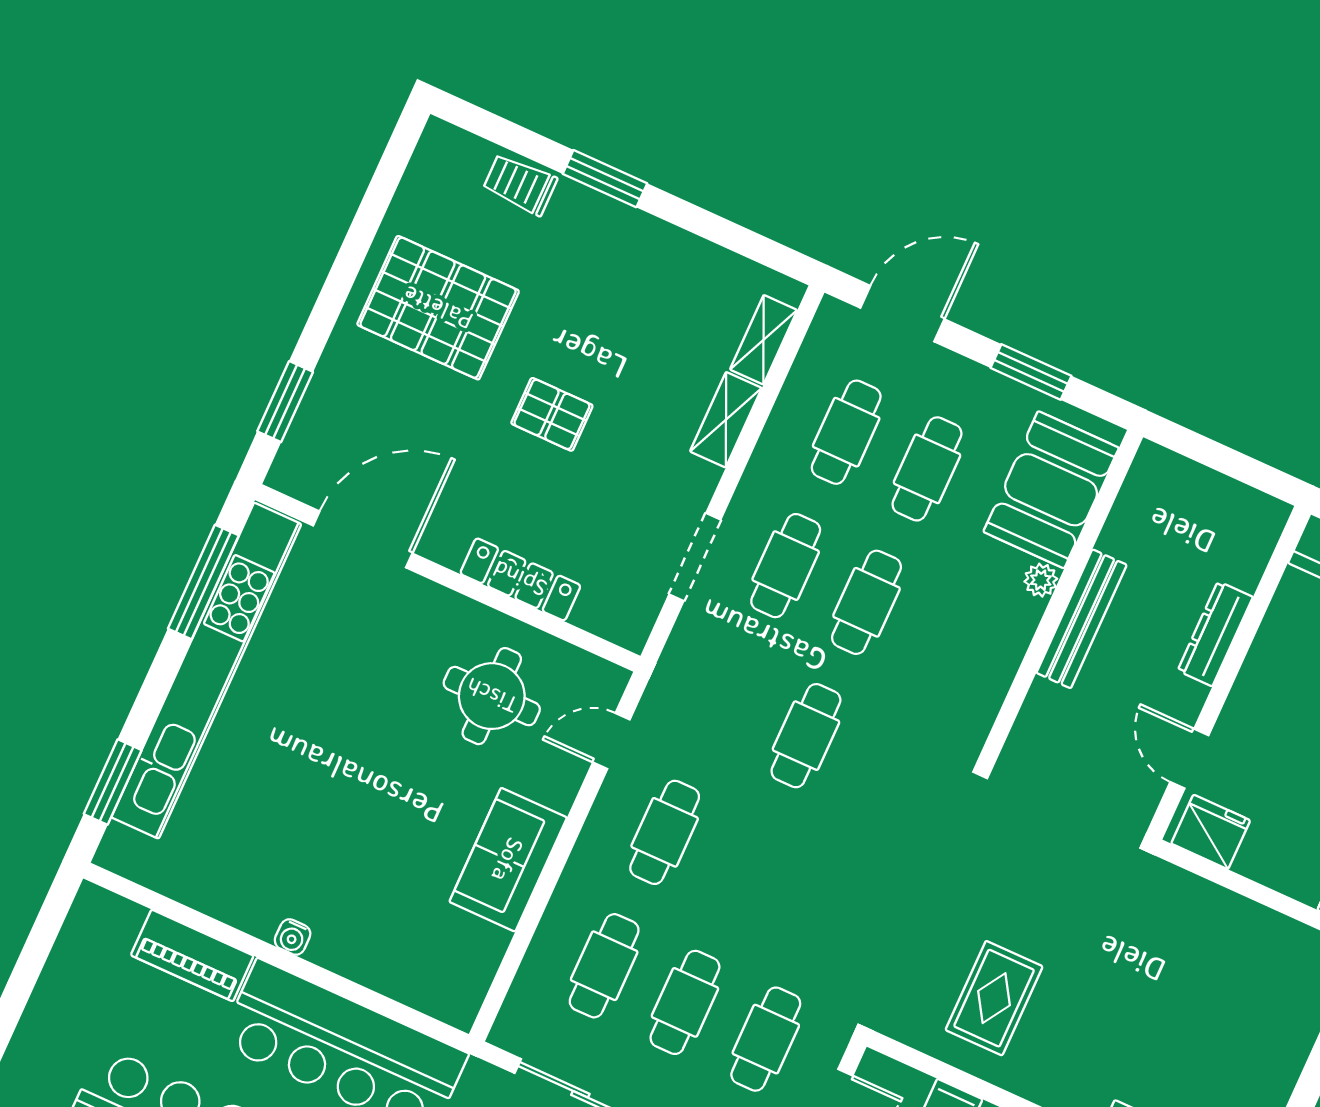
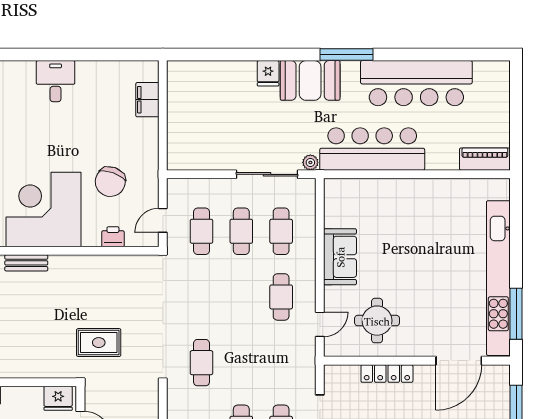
cafe table: (806, 736) -> (201, 363), moved
window: (113, 782) -> (516, 215), removed
water cooler: (293, 937) -> (414, 185), removed
piano: (192, 955) -> (485, 159), moved
rug: (994, 998) -> (99, 343), moved, turned 90
plant: (481, 1078) -> (310, 162), added

